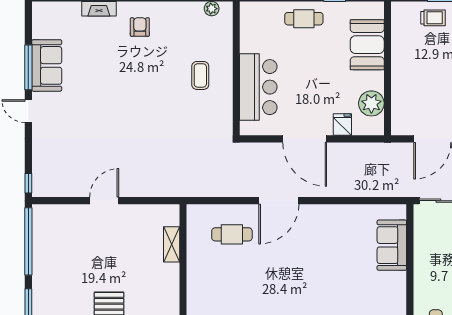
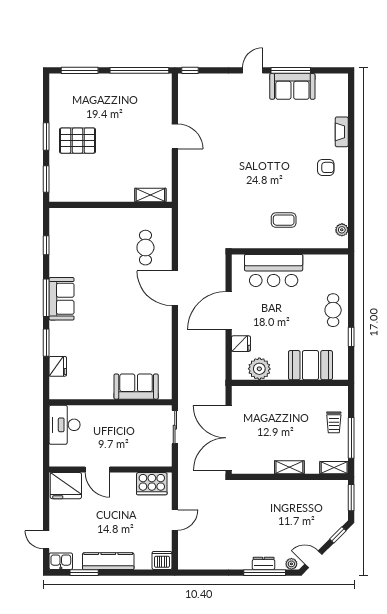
shelving: (172, 244) -> (150, 195), moved

